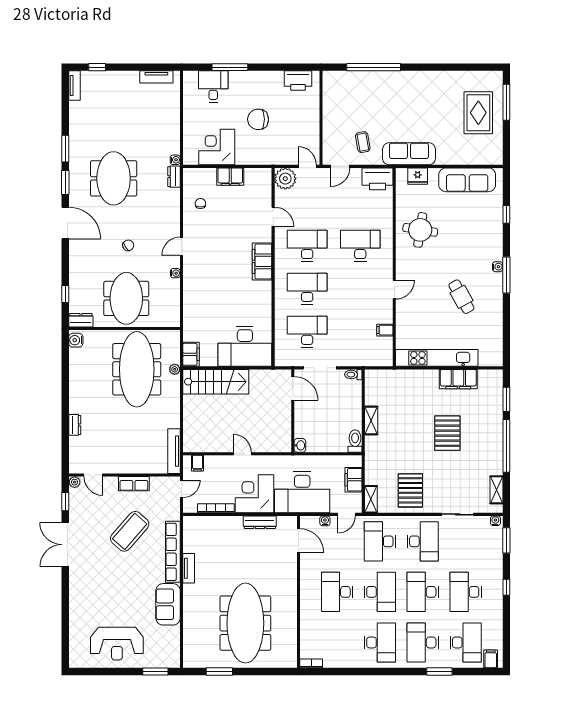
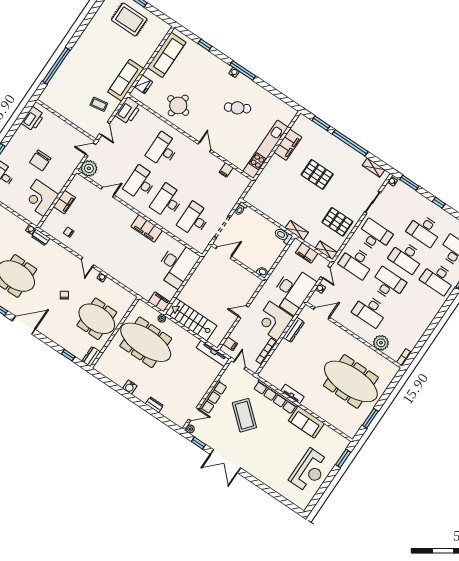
filing cabinet: (262, 261) -> (147, 229), moved
water cooler: (76, 340) -> (130, 387), moved
stairs: (216, 382) -> (191, 319), moved, turned -90
shelving: (371, 420) -> (297, 230), moved
row of seats: (134, 484) -> (213, 397), width x1.48
plant: (310, 628) -> (381, 343), added
desk: (380, 642) -> (420, 305), removed

